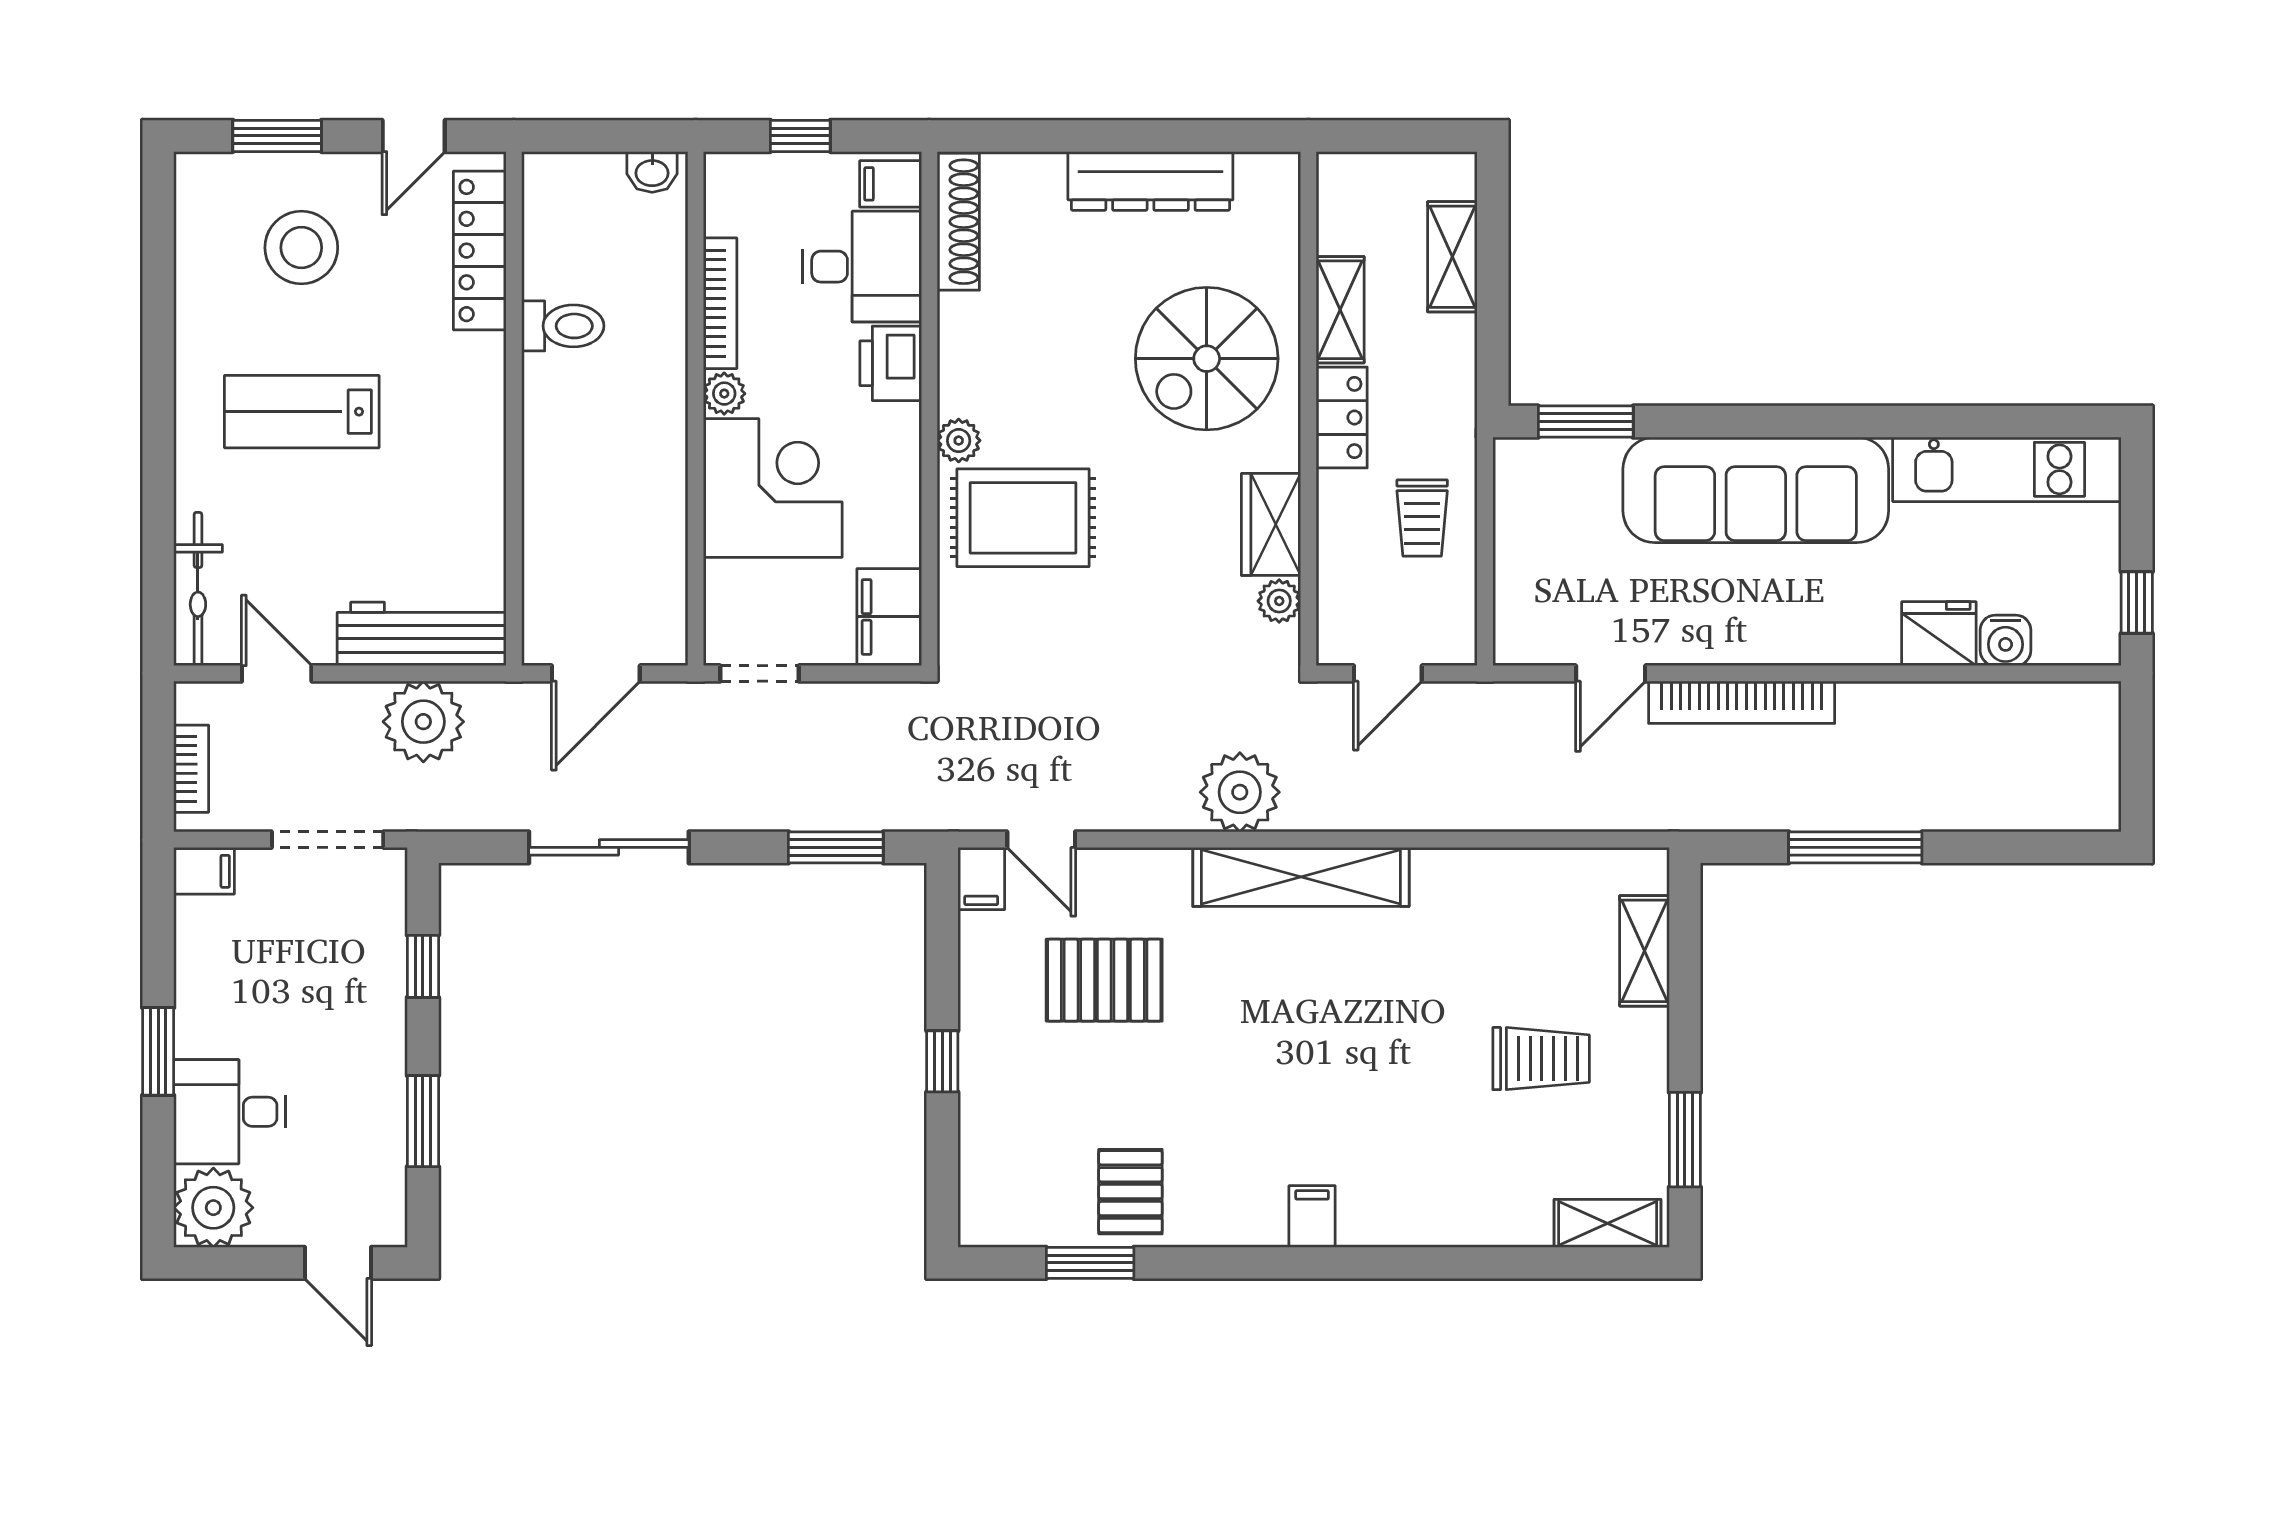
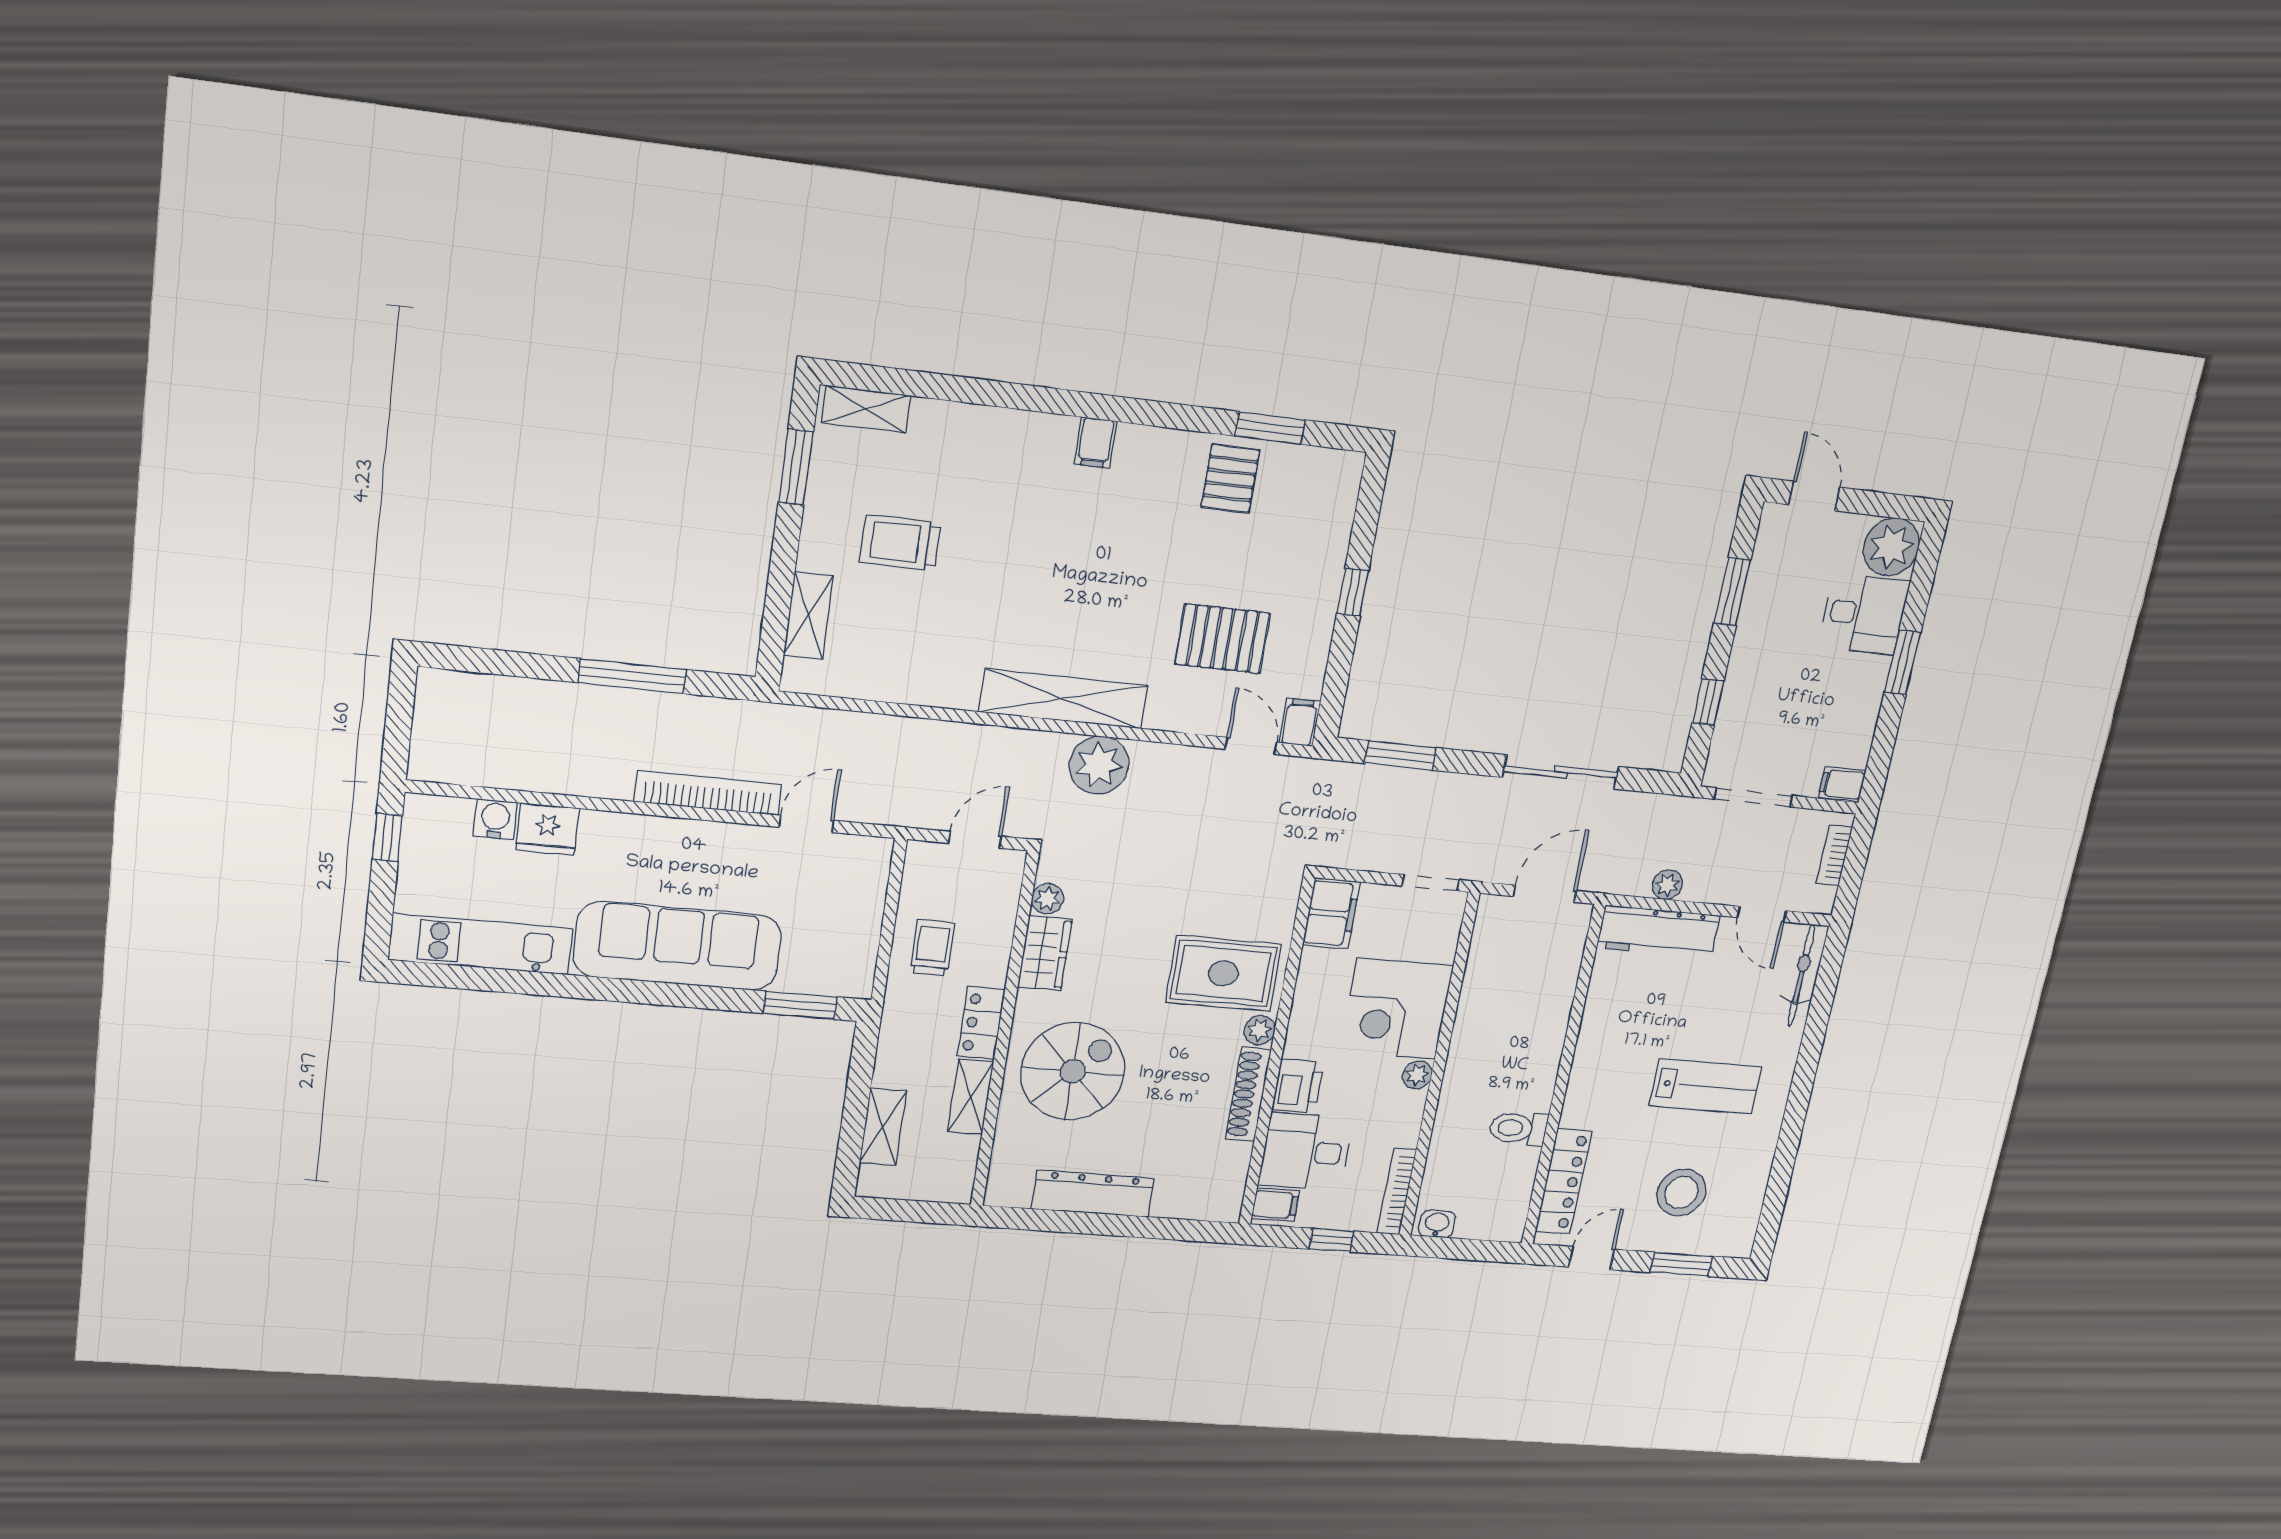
shoe rack: (958, 222) -> (1248, 1094), moved
bookcase: (720, 303) -> (1397, 1192), moved
plant: (423, 722) -> (1667, 885), width x0.53, depth x0.53

